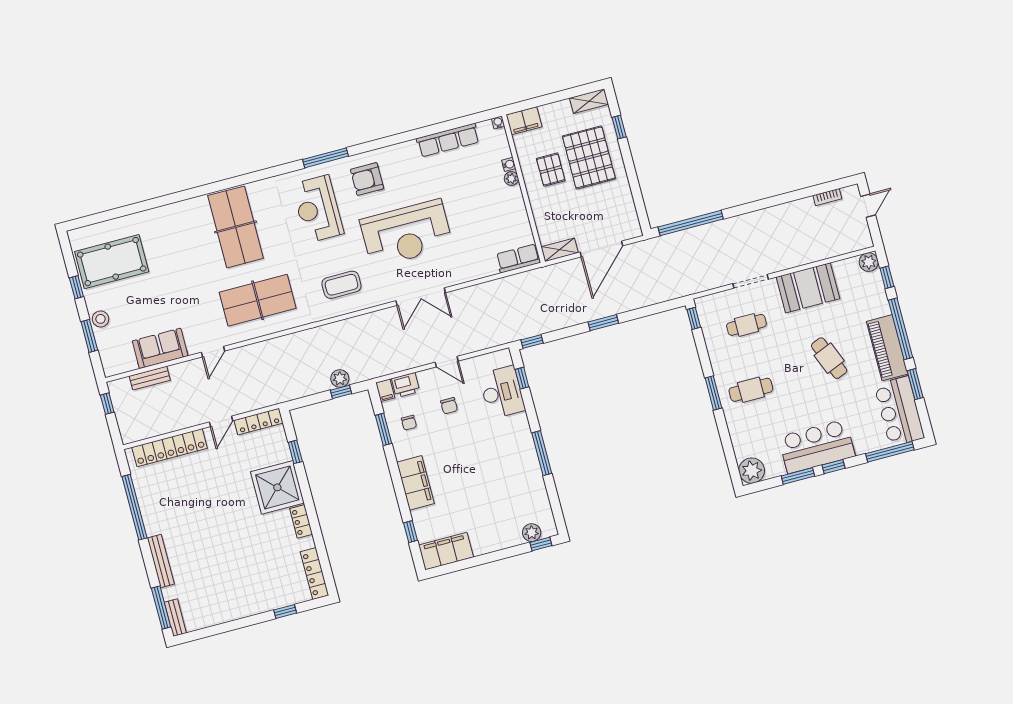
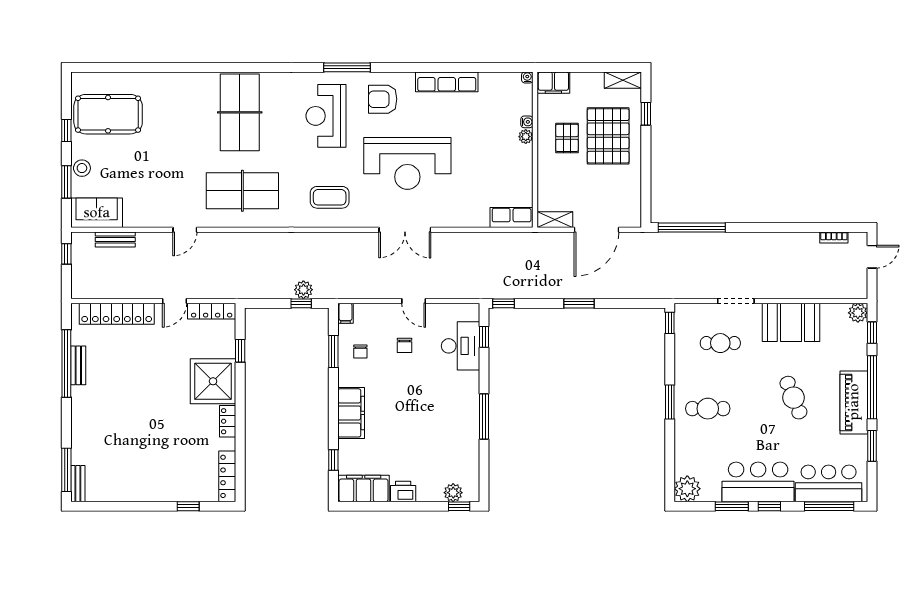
row of seats: (448, 140) -> (447, 82), moved
sofa: (160, 348) -> (97, 213), moved
printer: (406, 385) -> (403, 492), moved, turned 180
bar counter: (899, 411) -> (829, 483), moved, turned 90
bench: (161, 561) -> (78, 365), moved, width x0.73

